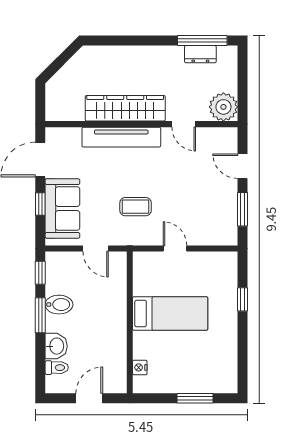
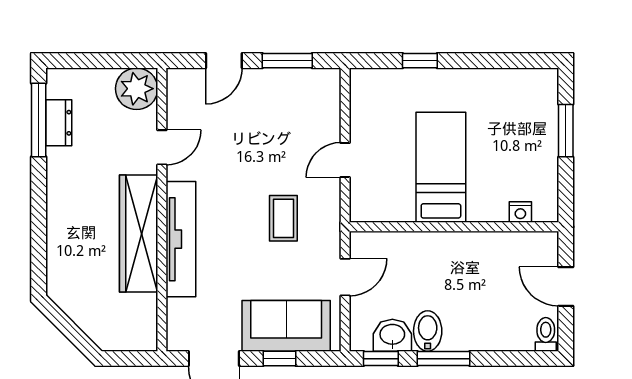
washbasin: (56, 346) -> (392, 335), moved
toilet: (57, 368) -> (546, 334), moved

